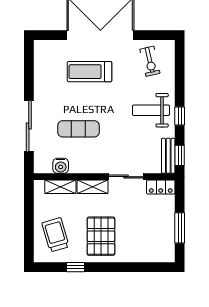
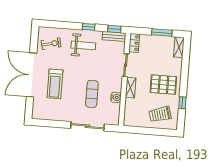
weight bench: (151, 110) -> (83, 45), turned -90
water cooler: (61, 166) -> (116, 97), moved
shelving: (60, 187) -> (179, 47), moved

